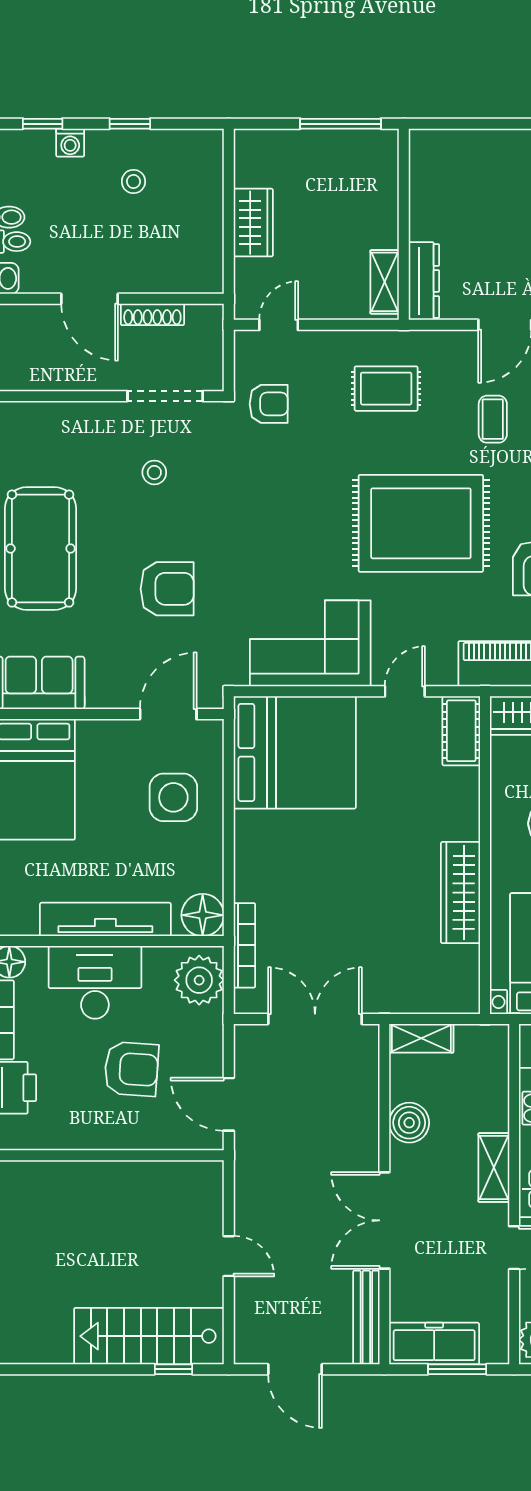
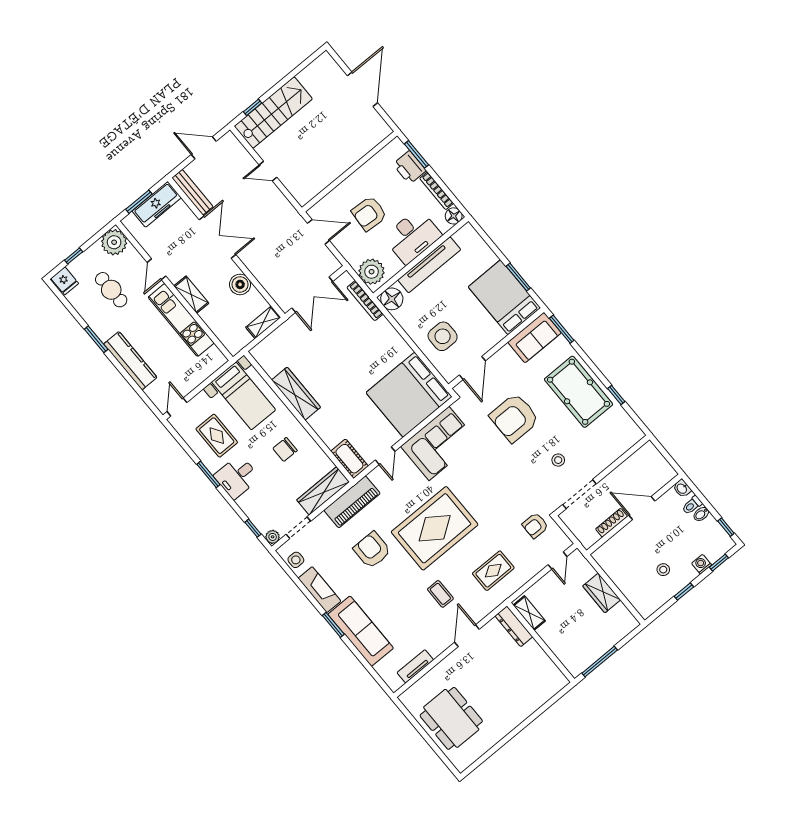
armchair: (167, 589) -> (514, 418), width x1.36, depth x1.36

